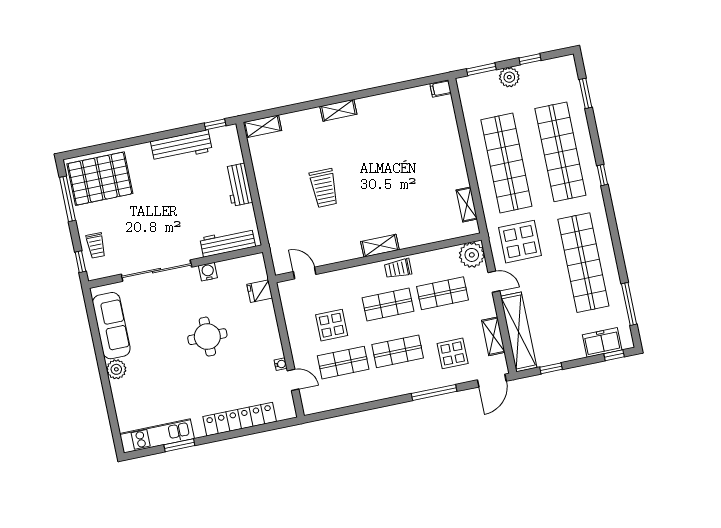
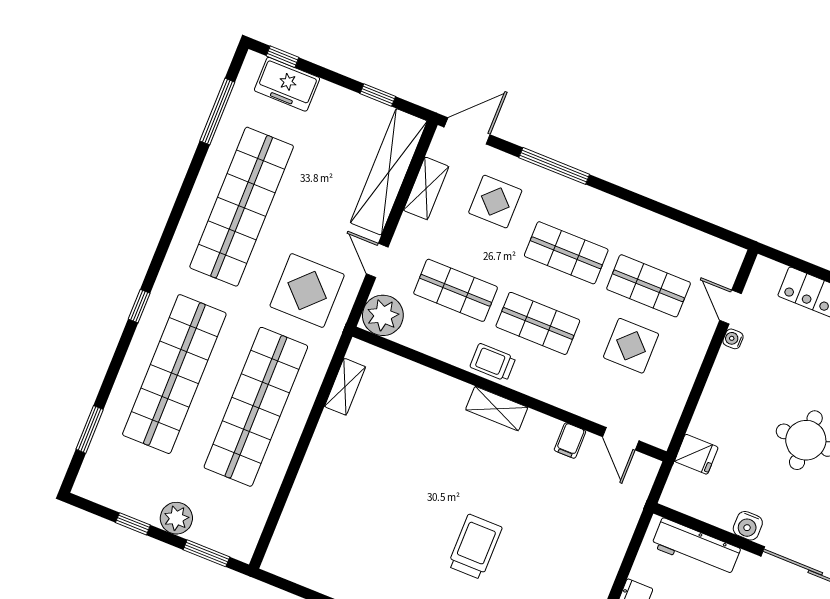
filing cabinet: (441, 89) -> (570, 441), moved, turned 90
trolley: (324, 188) -> (475, 547), moved
trolley: (398, 269) -> (493, 362), turned 180

